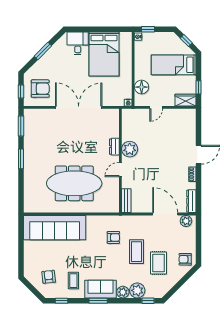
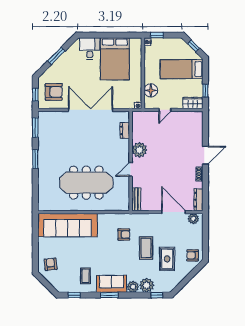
dresser: (114, 147) -> (125, 130), moved
armchair: (49, 277) -> (51, 264), moved

